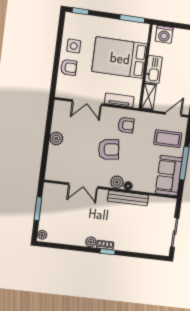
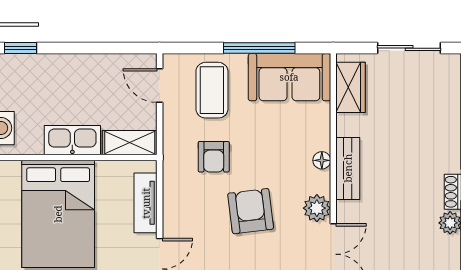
armchair: (126, 125) -> (214, 157), moved, turned 180
plant: (117, 182) -> (317, 208), moved
bench: (128, 198) -> (348, 168), width x0.73
wardrobe: (160, 203) -> (351, 87), added

